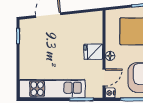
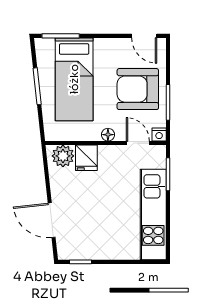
plant: (95, 23) -> (63, 156), added
fridge: (93, 52) -> (86, 158), moved

